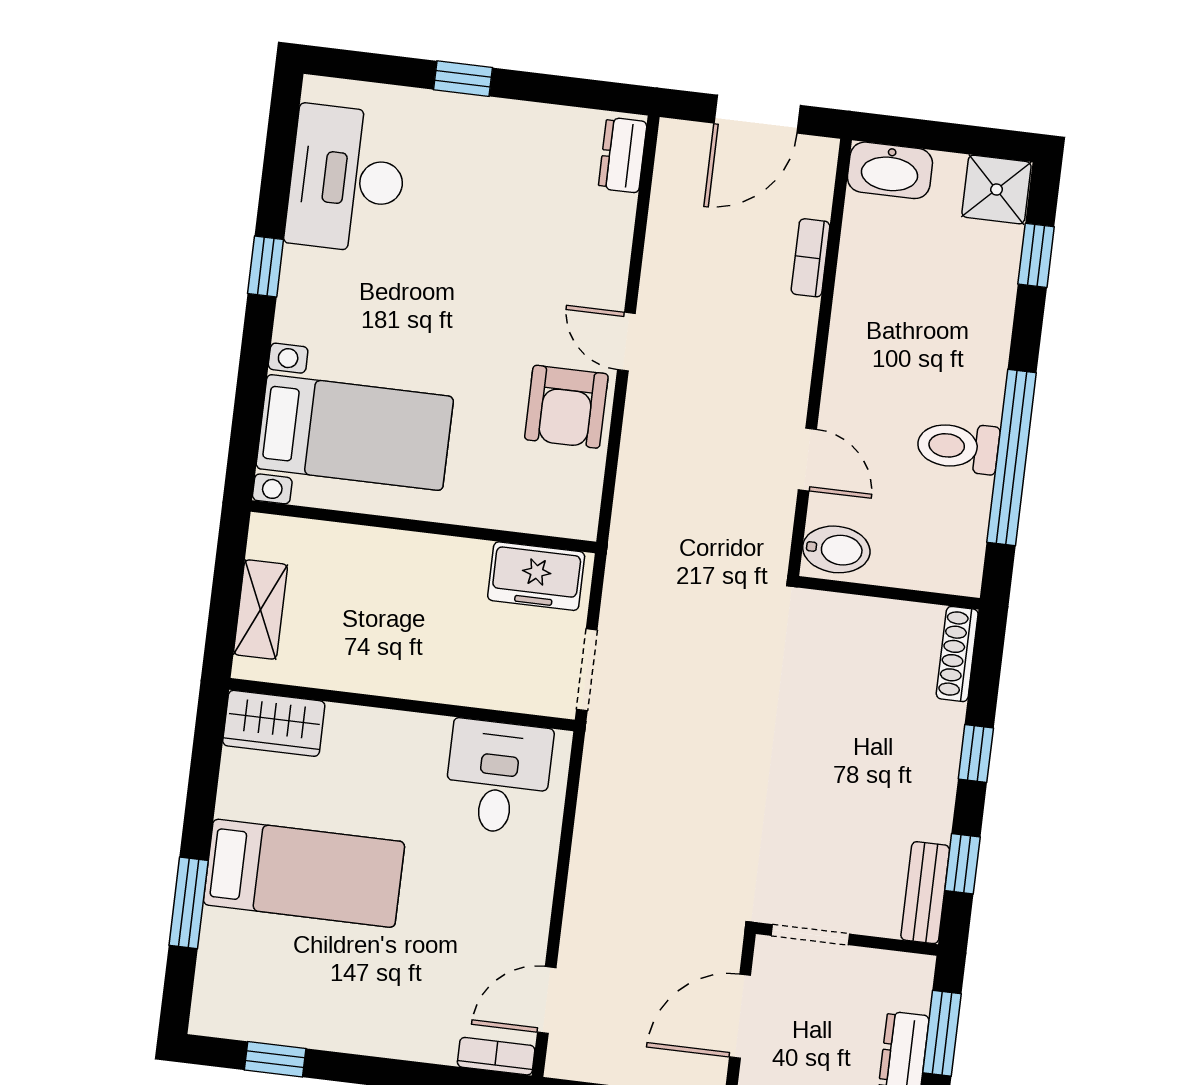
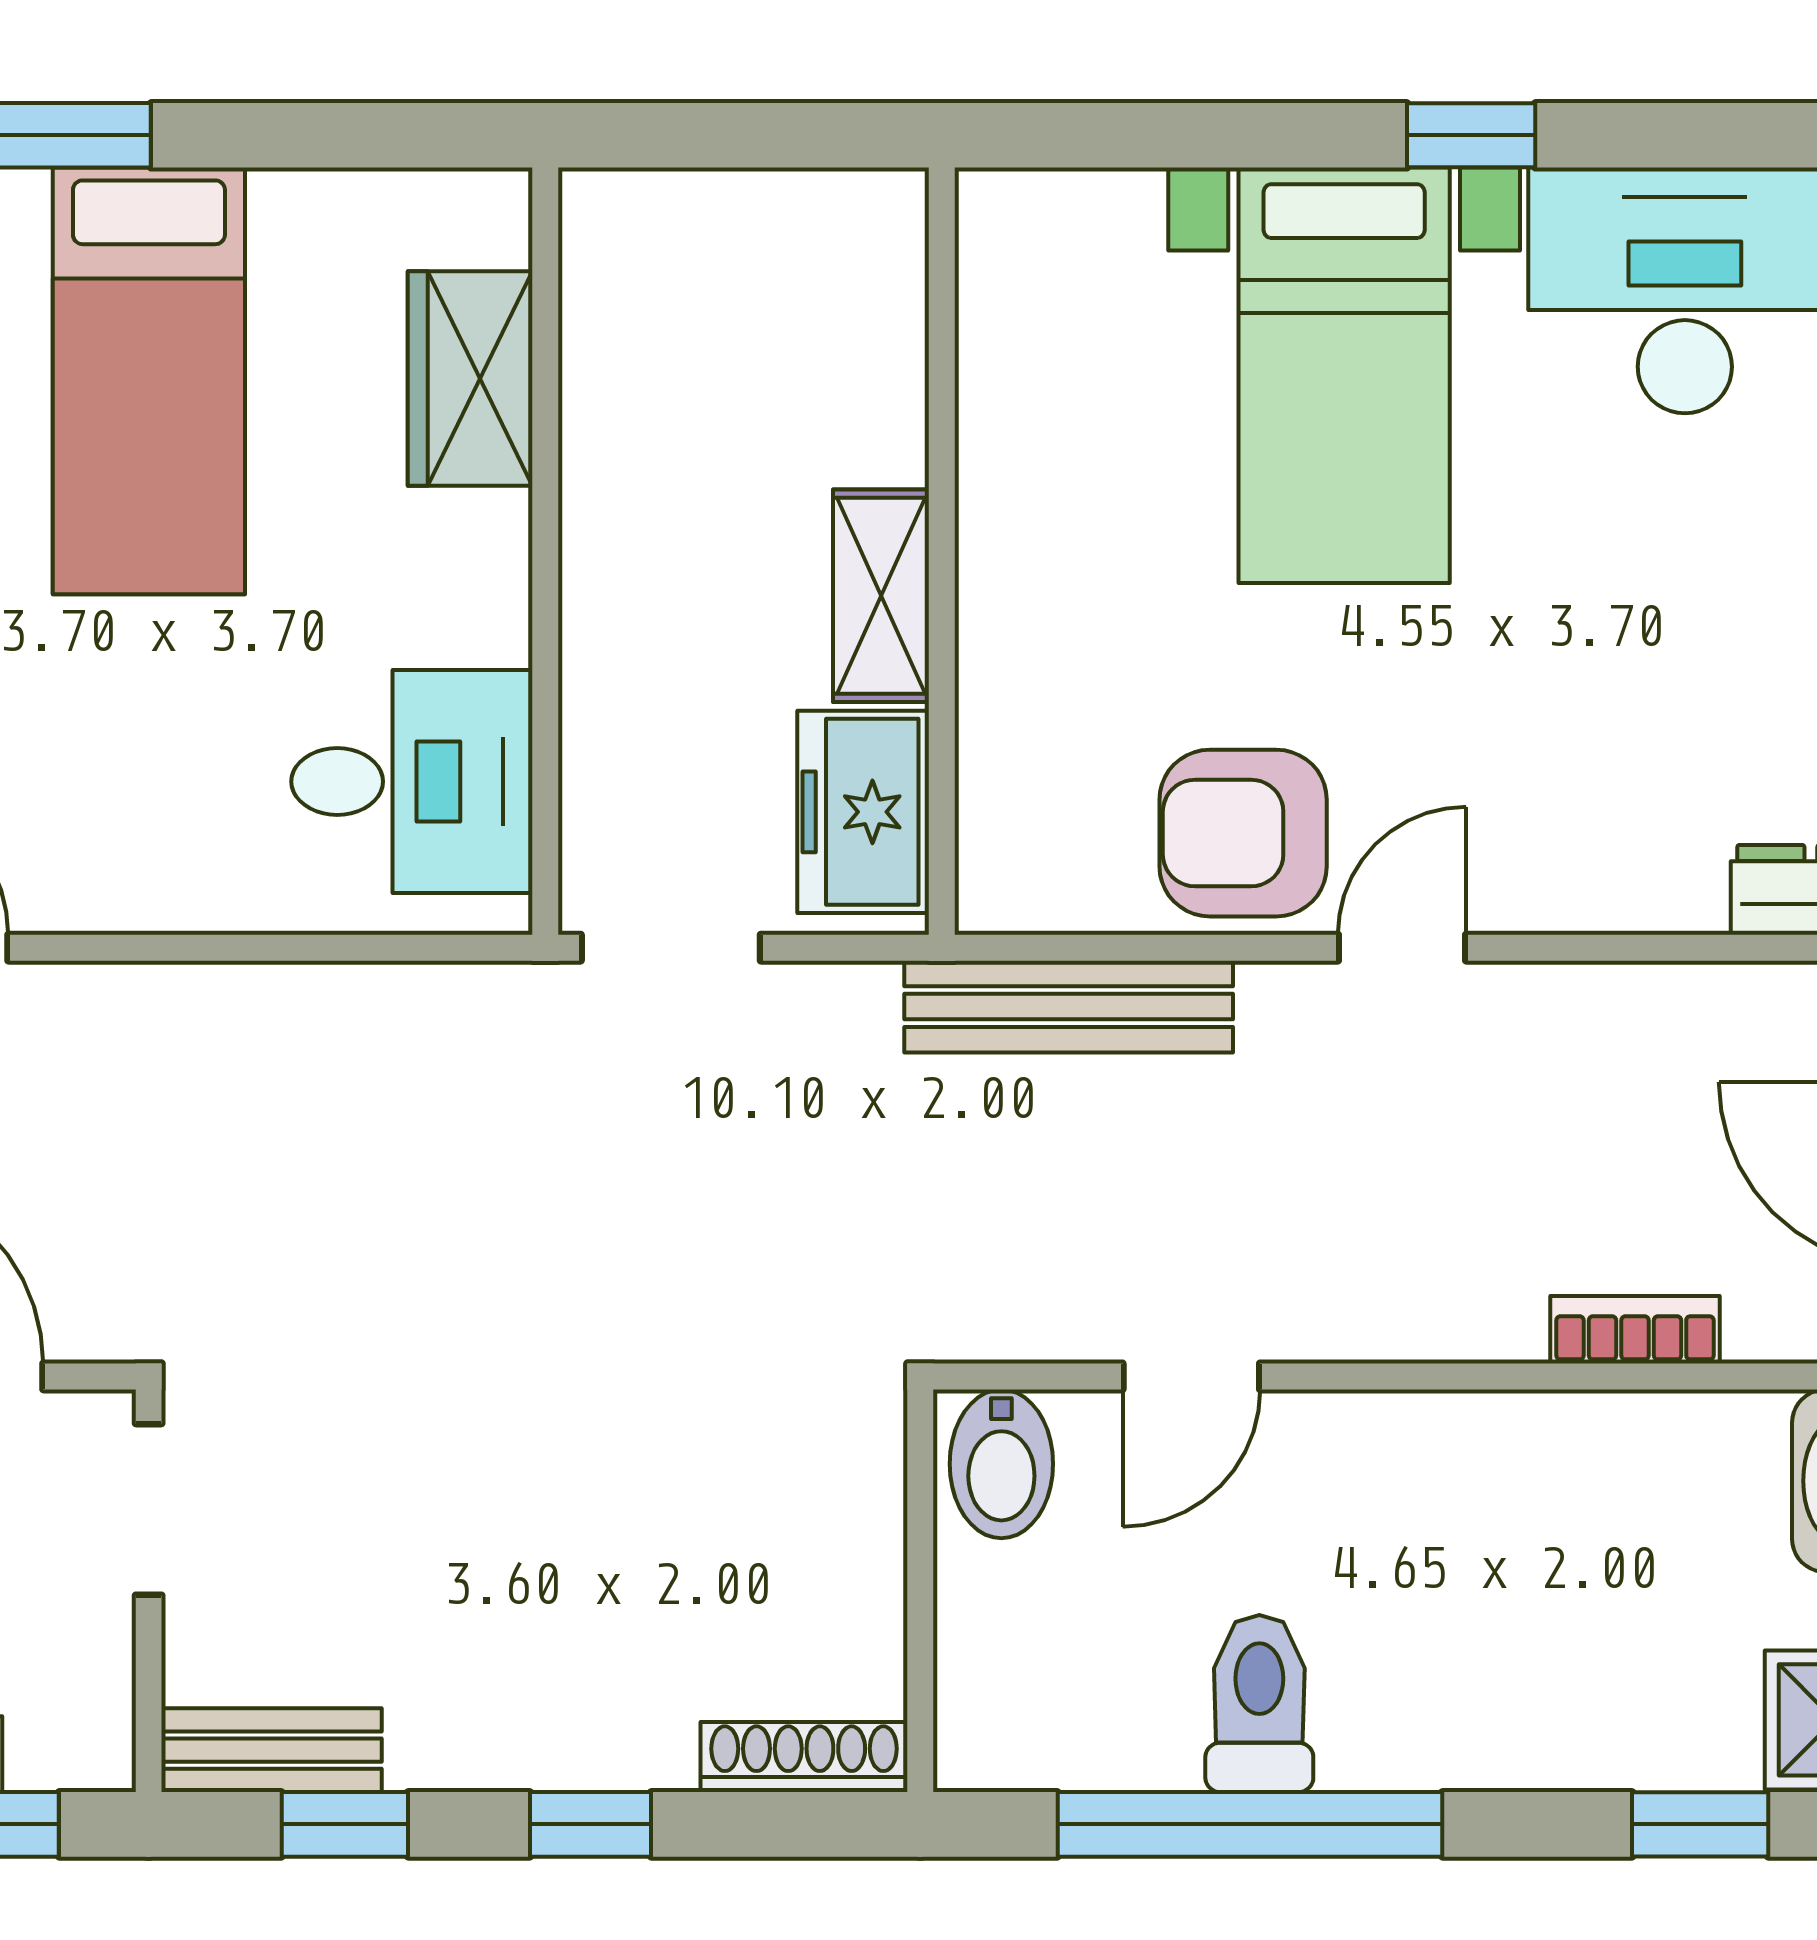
bed with nightstands: (355, 433) -> (1344, 375), moved
bench: (635, 494) -> (1069, 1007), added
shelving: (261, 609) -> (881, 596), moved, turned 90
wardrobe: (274, 723) -> (470, 378), moved

